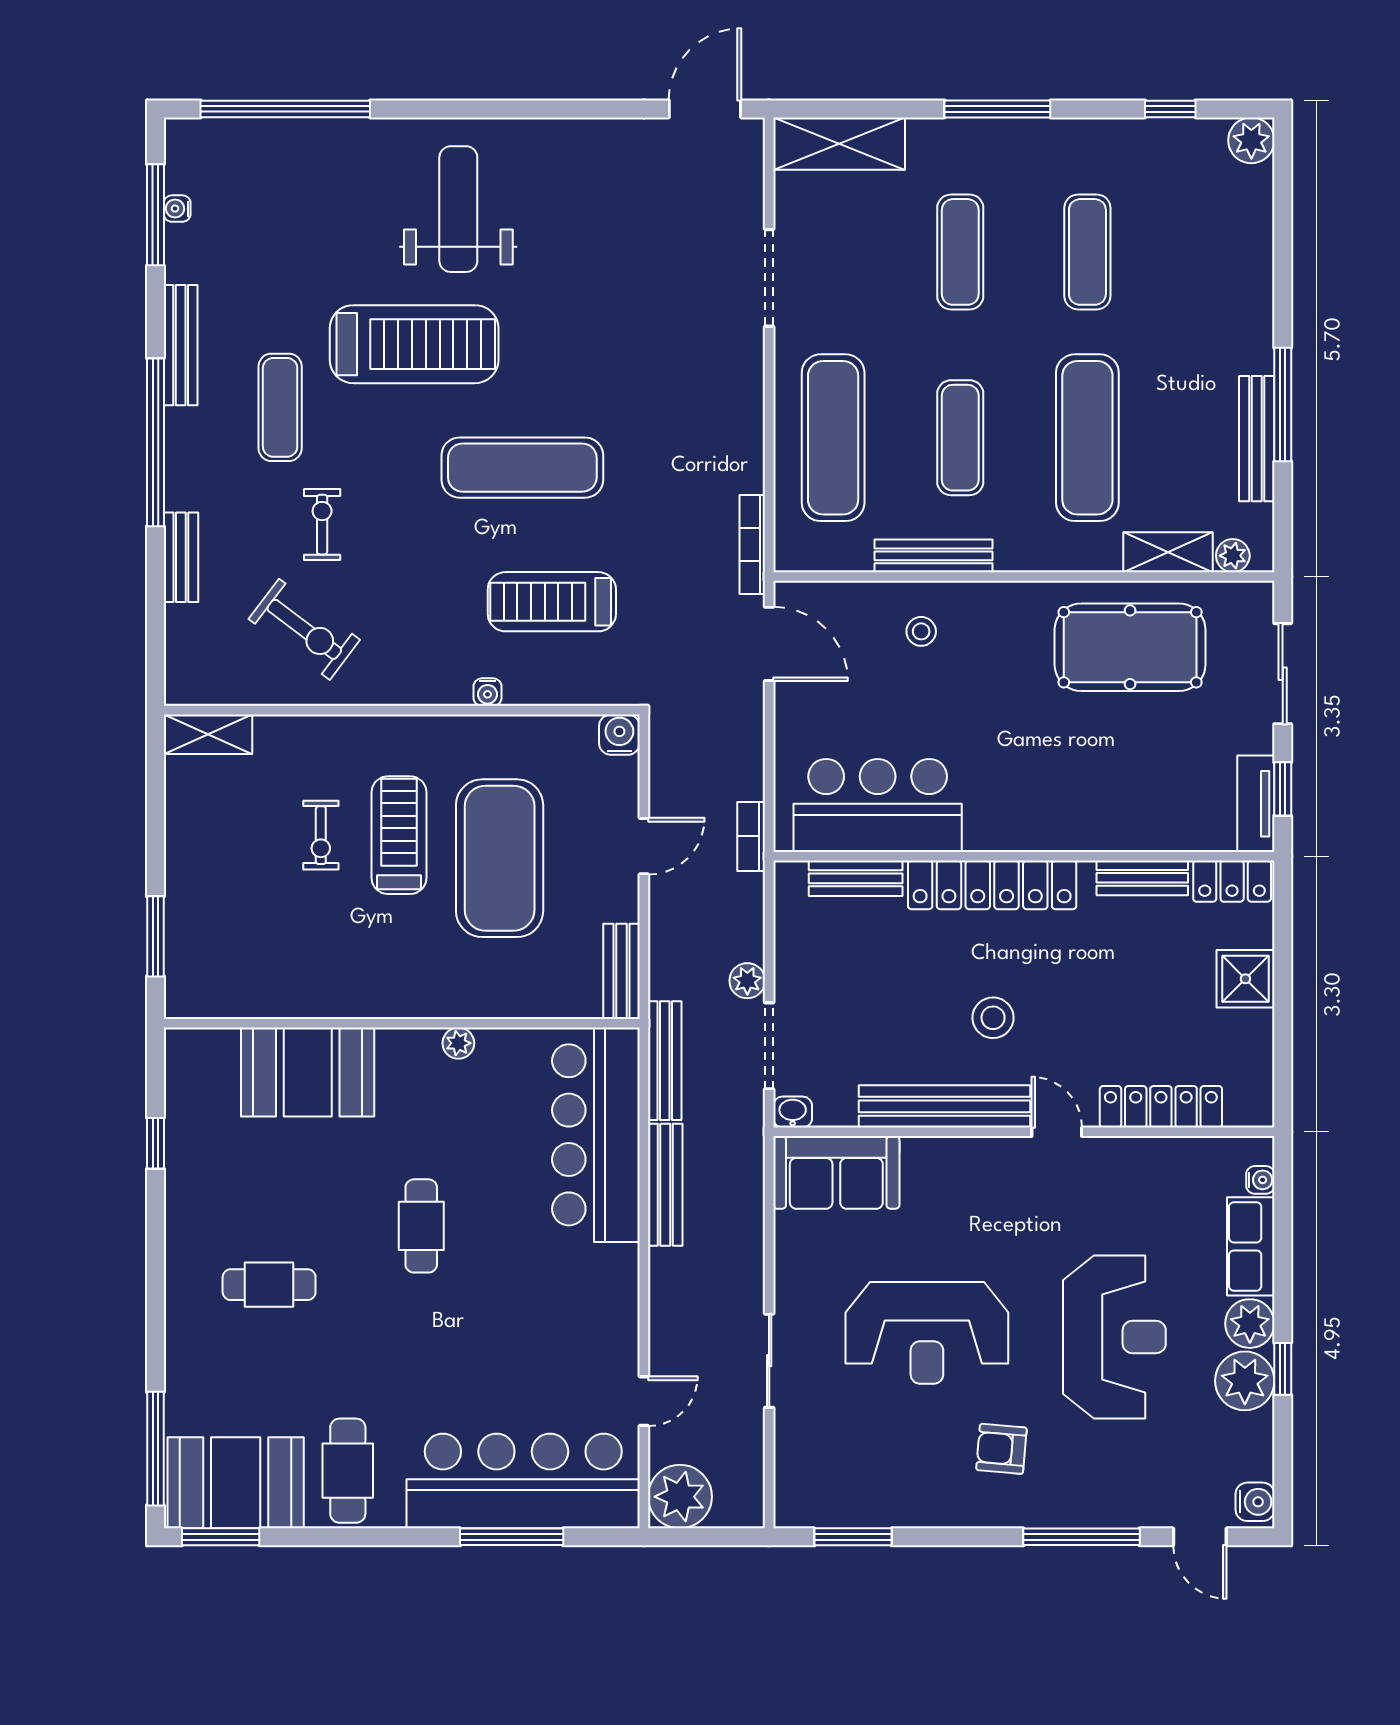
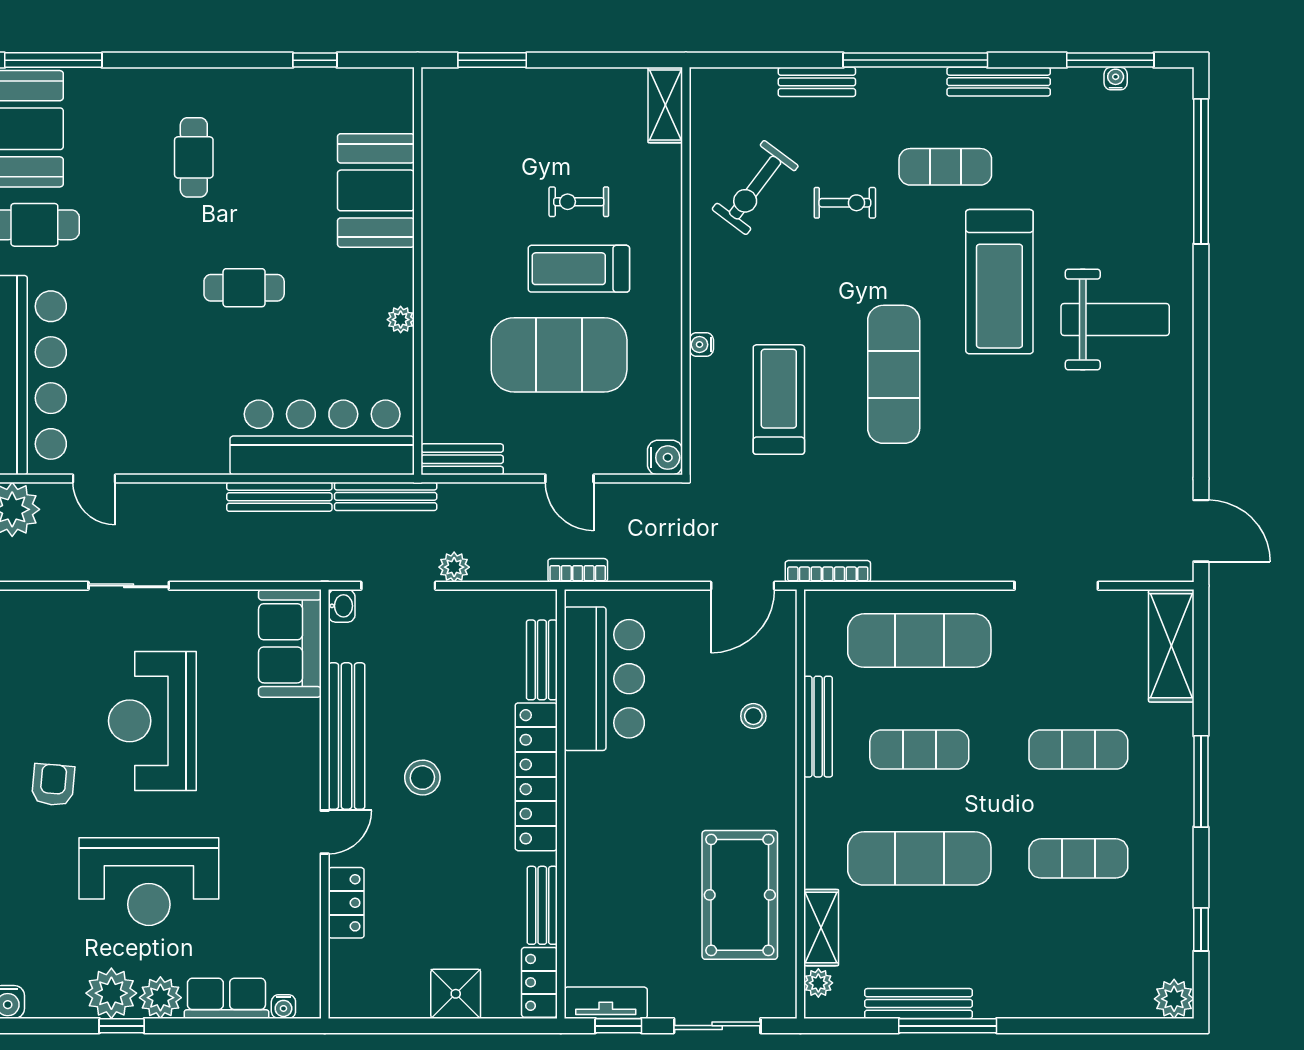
treadmill: (399, 835) -> (579, 269), turned 180
locker: (1161, 1107) -> (346, 903), width x0.66

